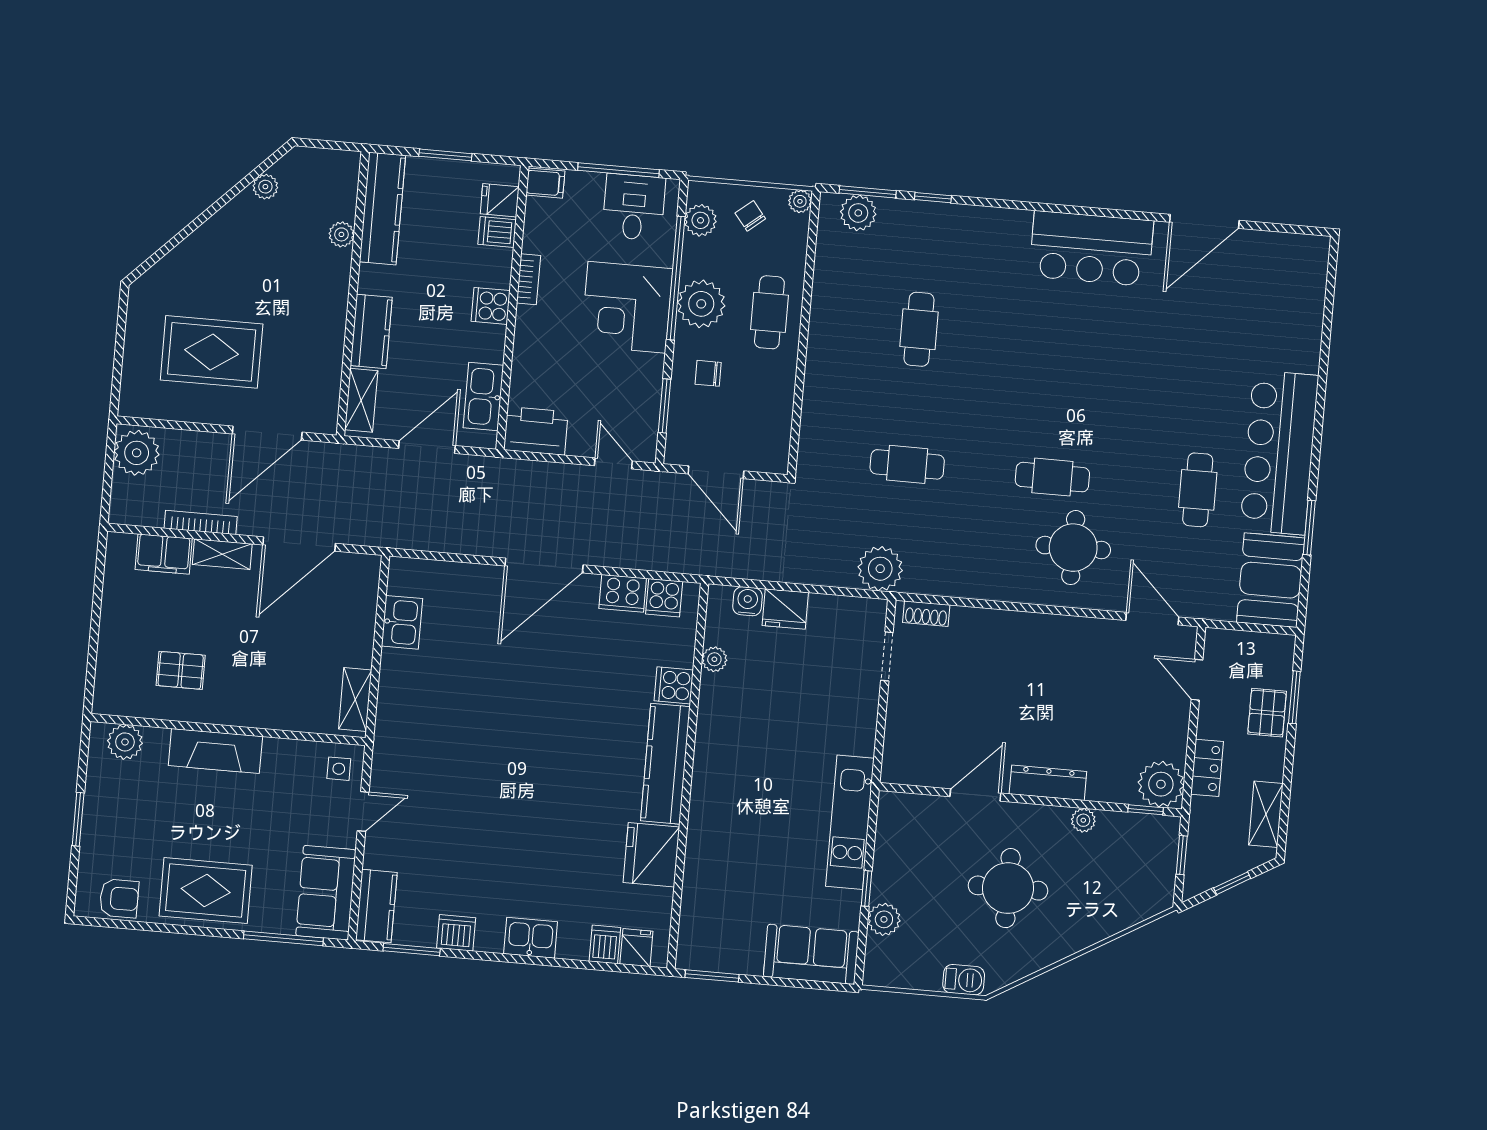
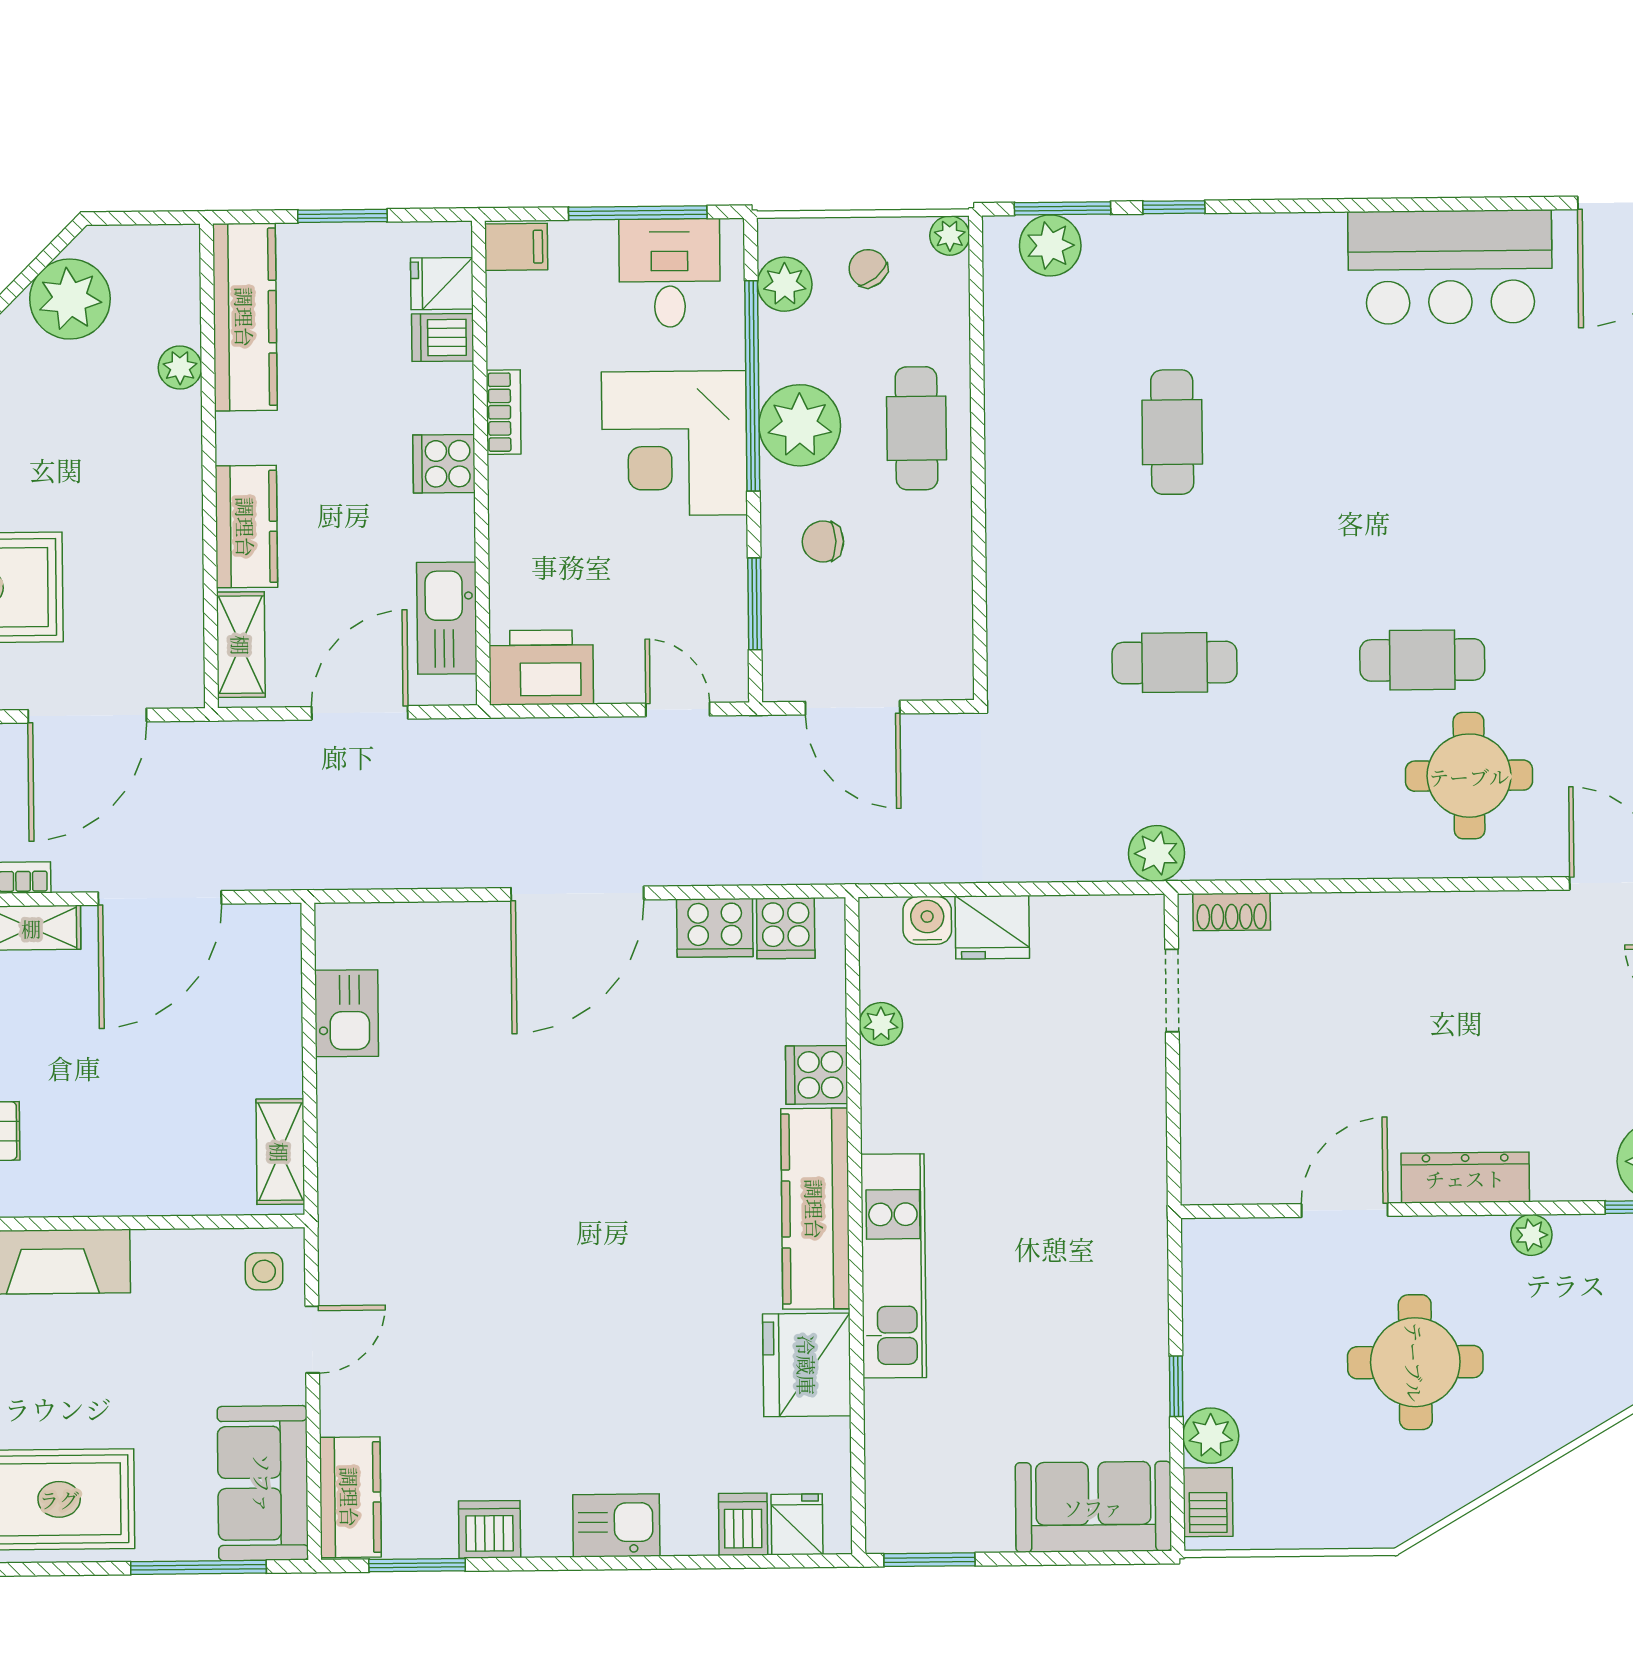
plant: (265, 187) -> (70, 299), width x1.88, depth x1.88
plant: (880, 569) -> (1157, 853), width x0.73, depth x0.73
kitchen unit: (850, 822) -> (894, 1266), moved, turned 180
barbecue: (964, 980) -> (1208, 1502), moved, turned 90

